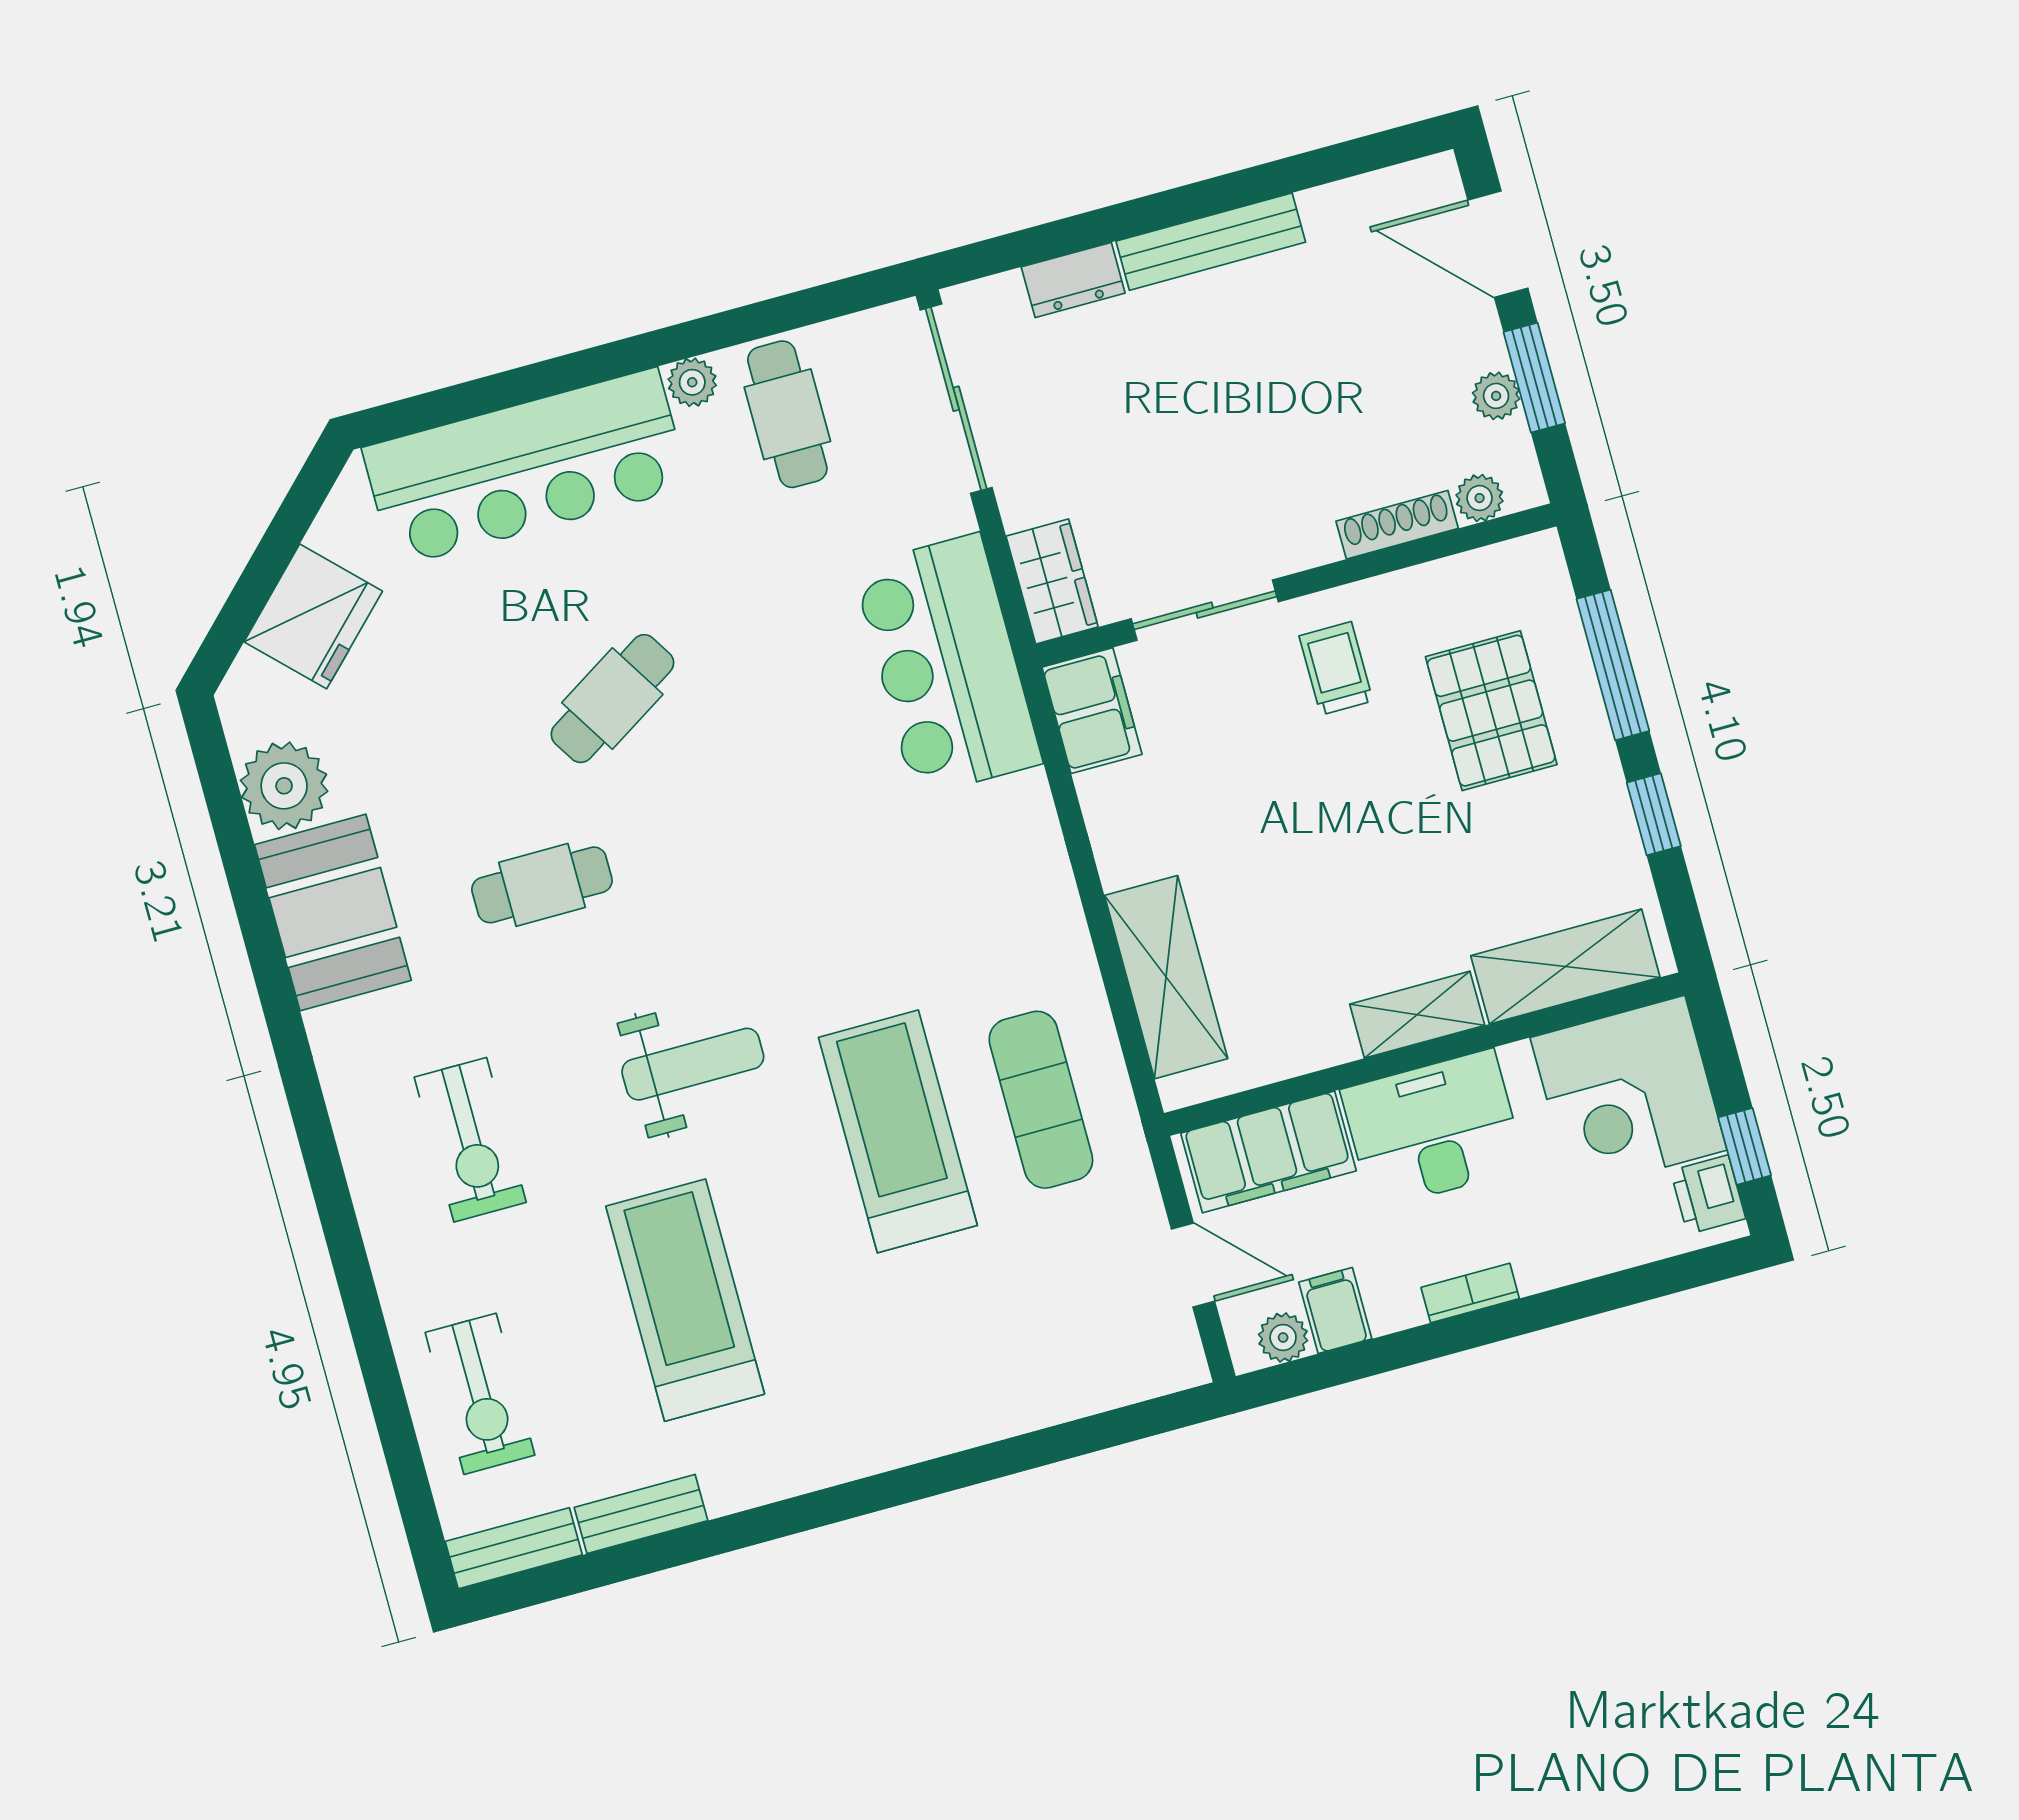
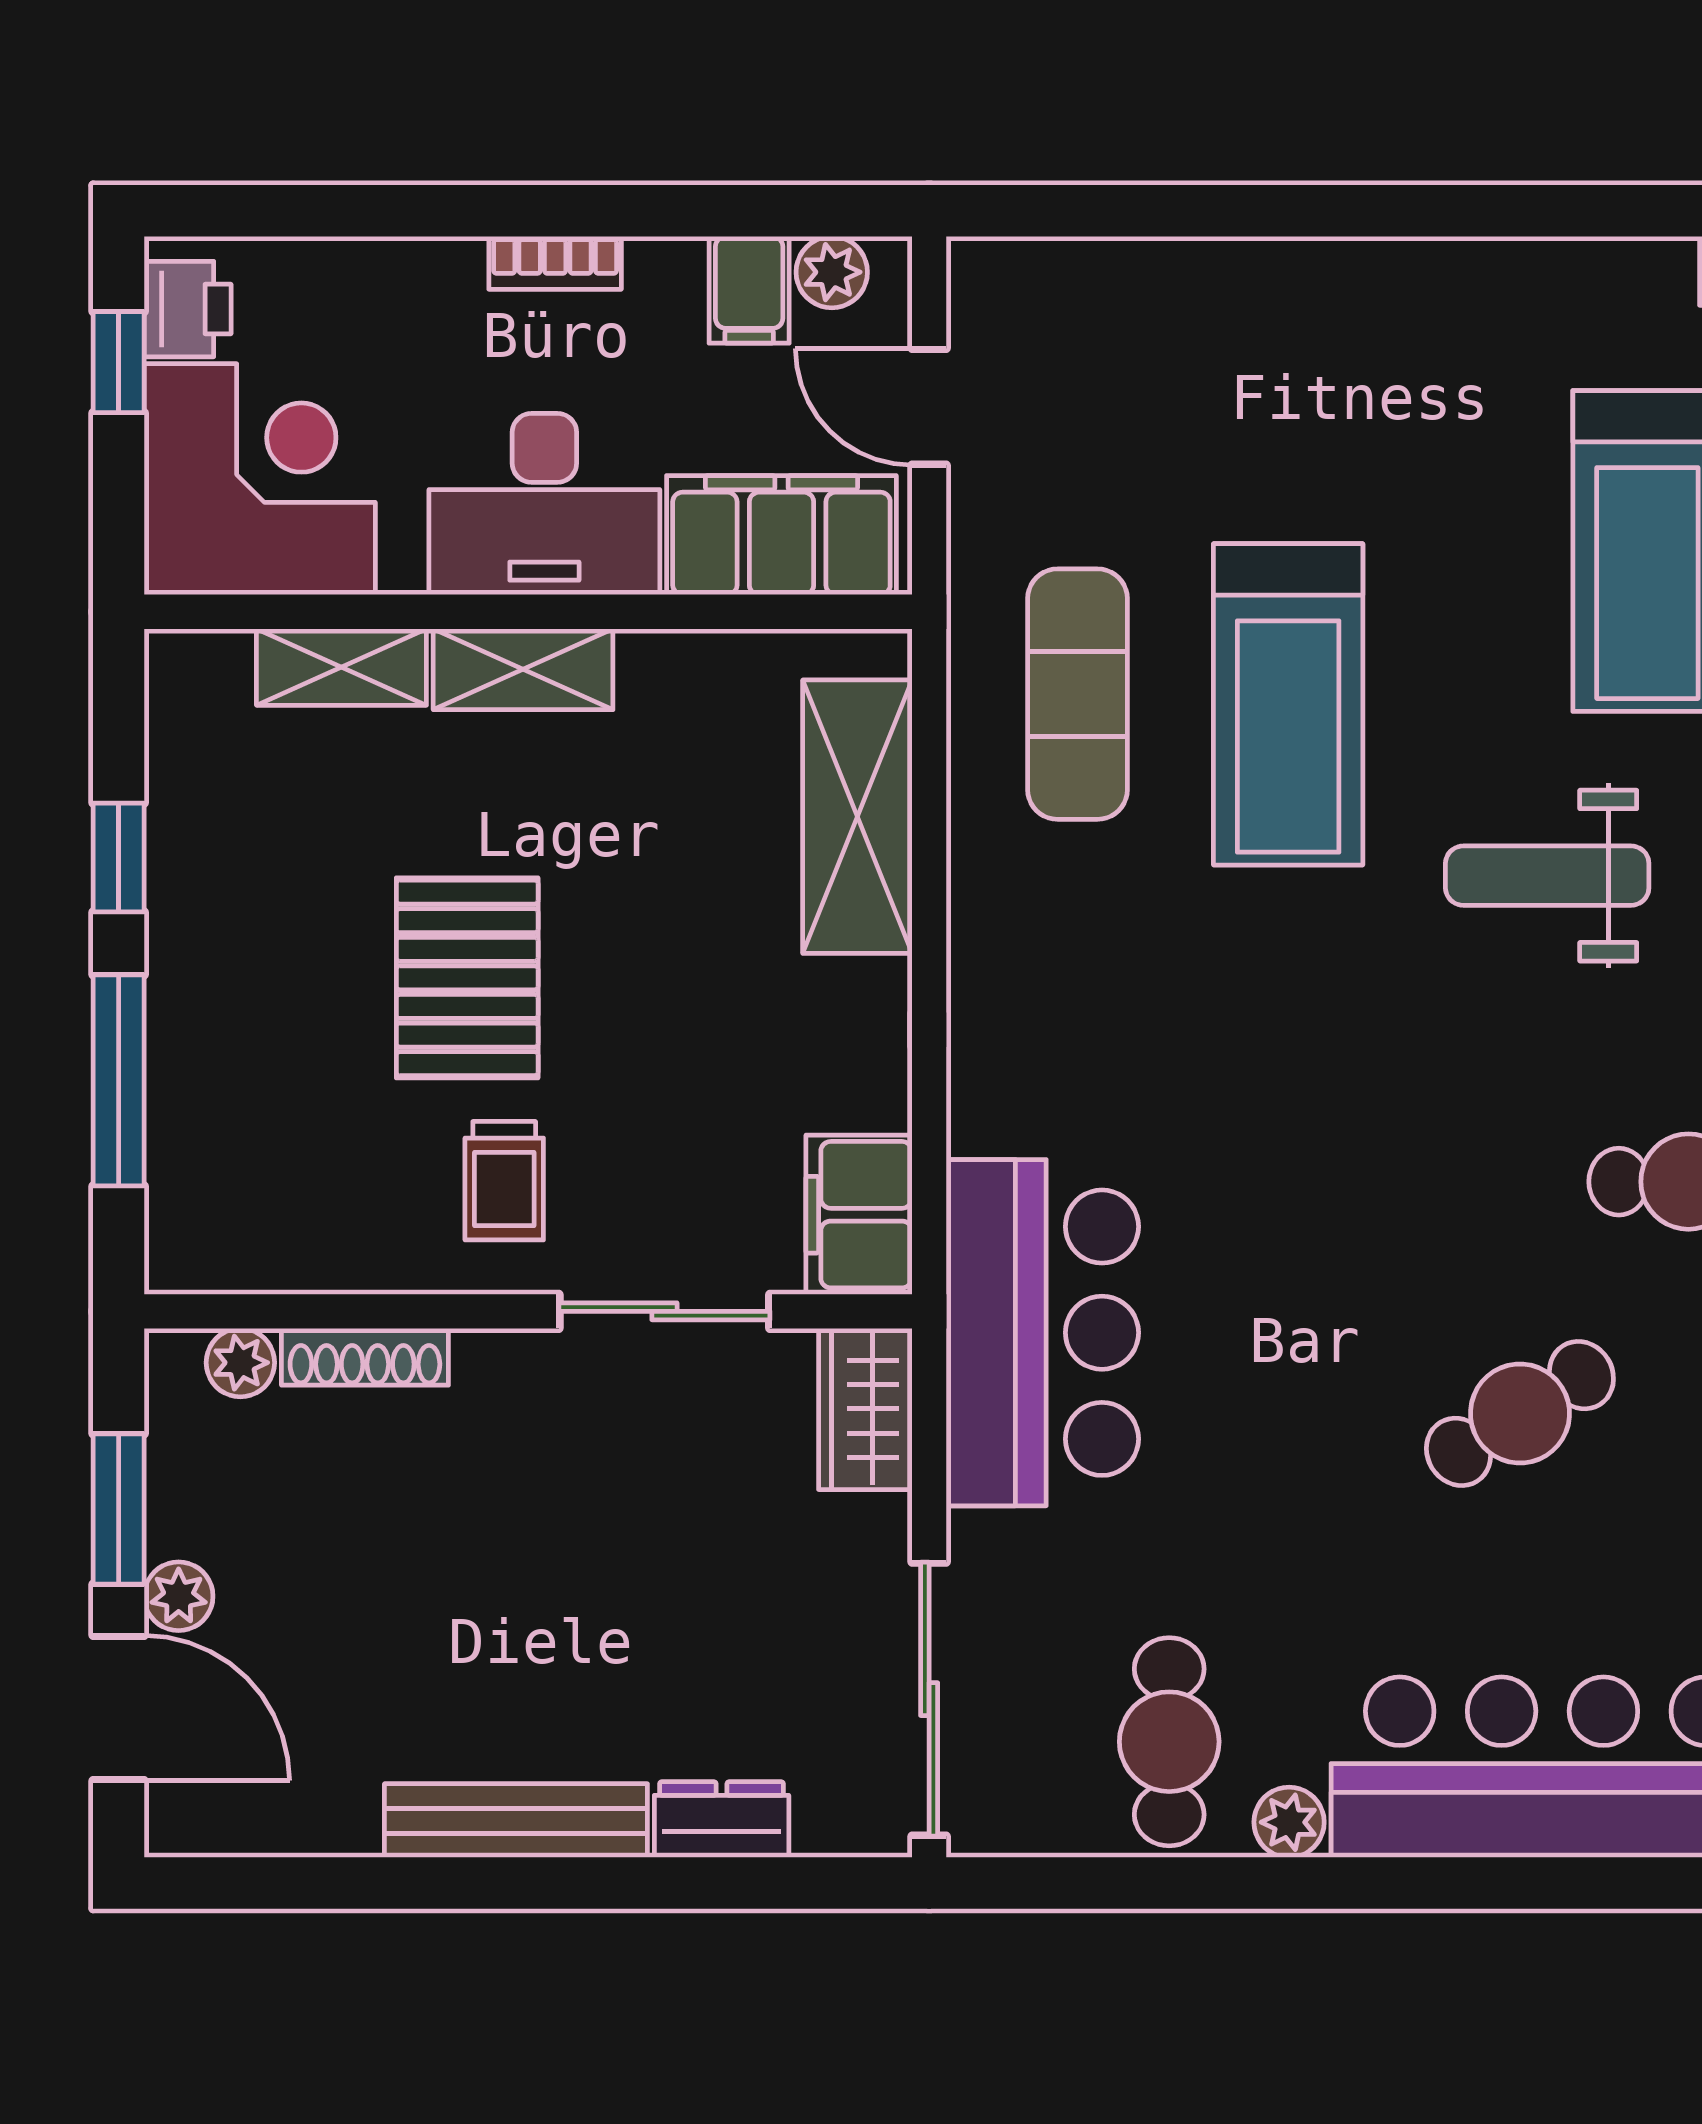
plant: (1496, 396) -> (179, 1596), moved
pallet: (1491, 711) -> (467, 978), moved
shelving: (1565, 966) -> (341, 667), width x0.67, depth x0.75

